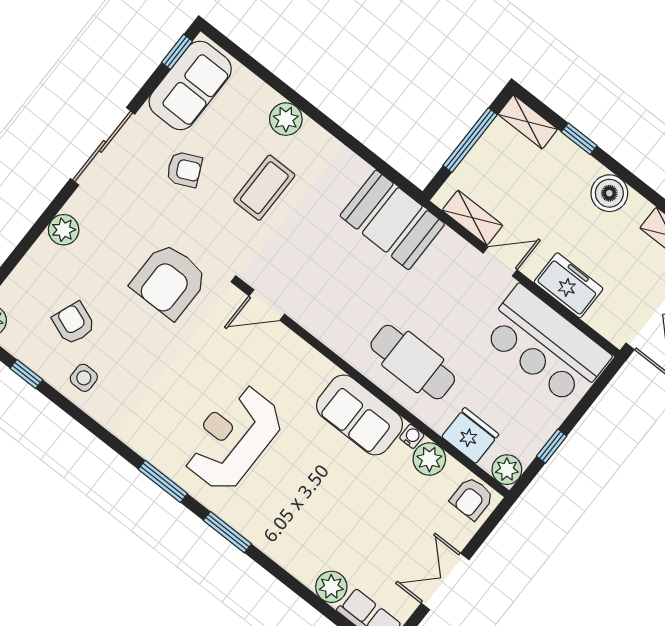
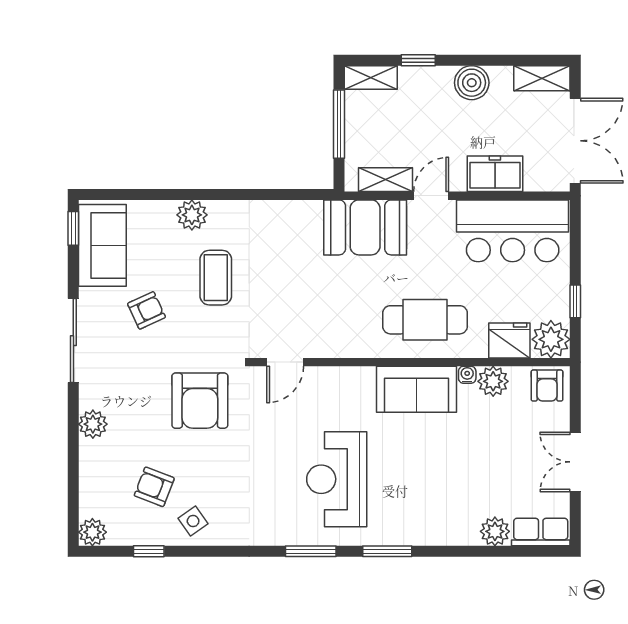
booth: (392, 220) -> (365, 227), moved
side table: (84, 378) -> (193, 521), turned -35
plant: (507, 470) -> (551, 339), width x1.36, depth x1.36

